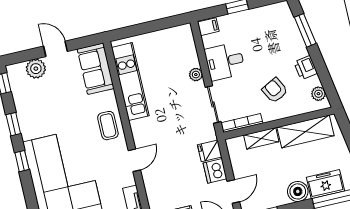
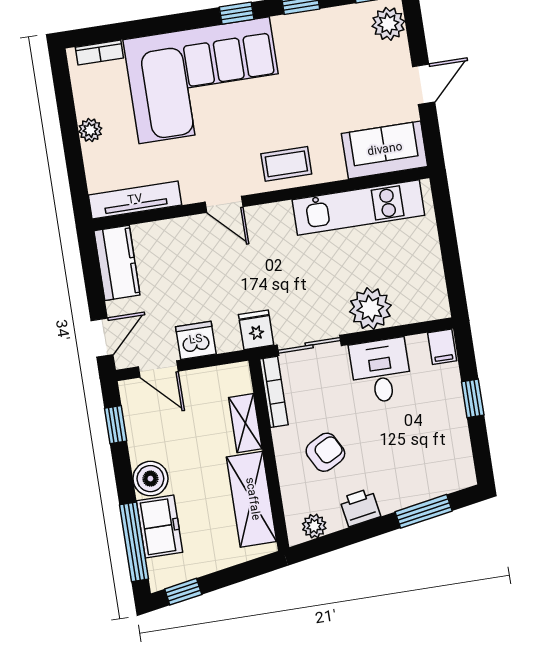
plant: (36, 69) -> (388, 24), moved
plant: (196, 75) -> (370, 309), width x1.88, depth x1.88
fridge: (210, 151) -> (256, 330), moved

